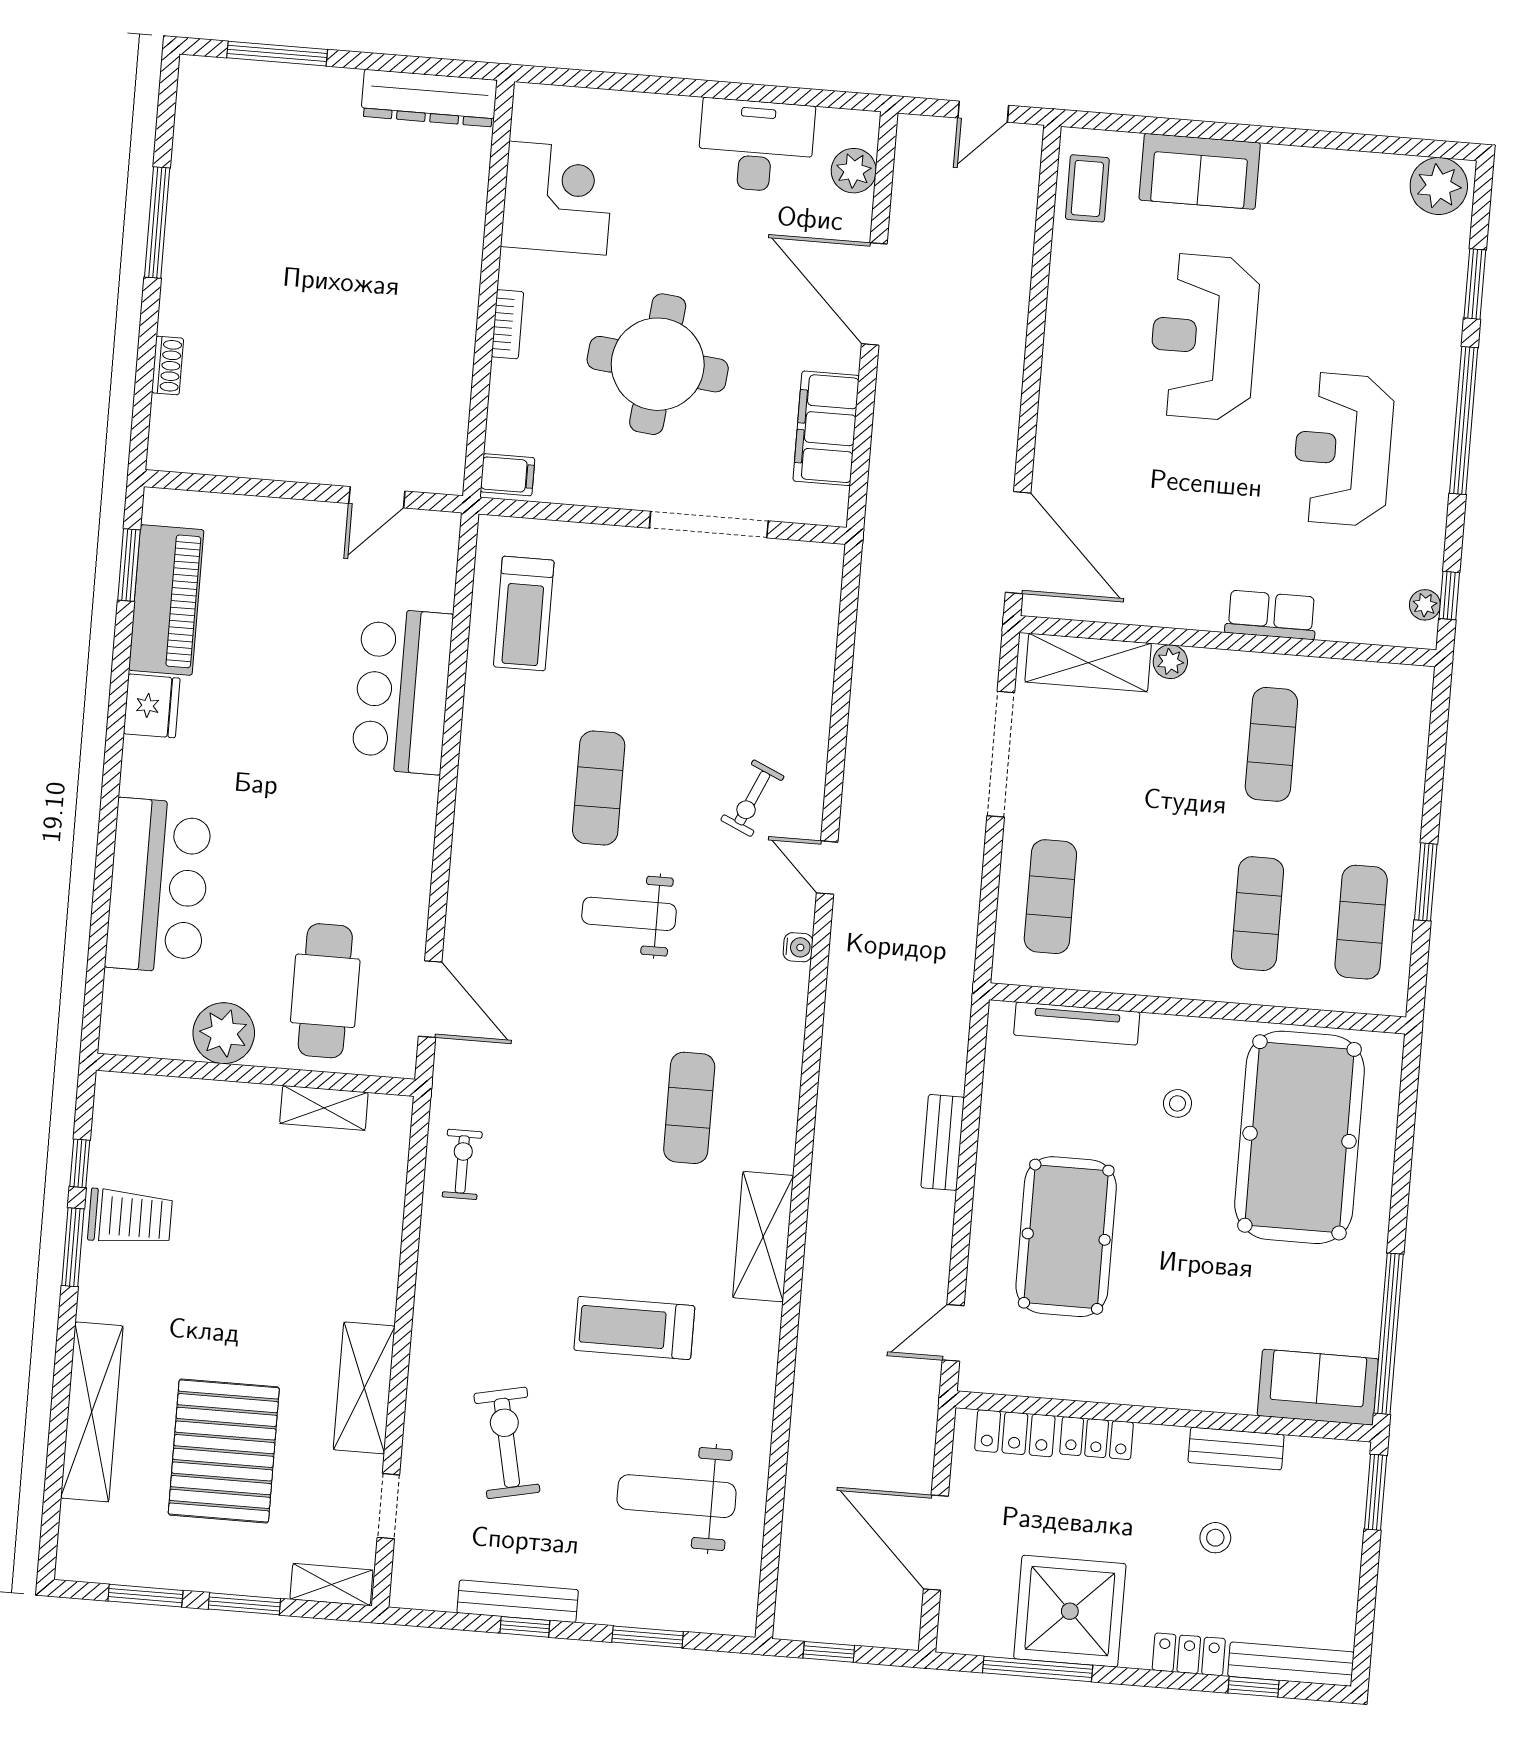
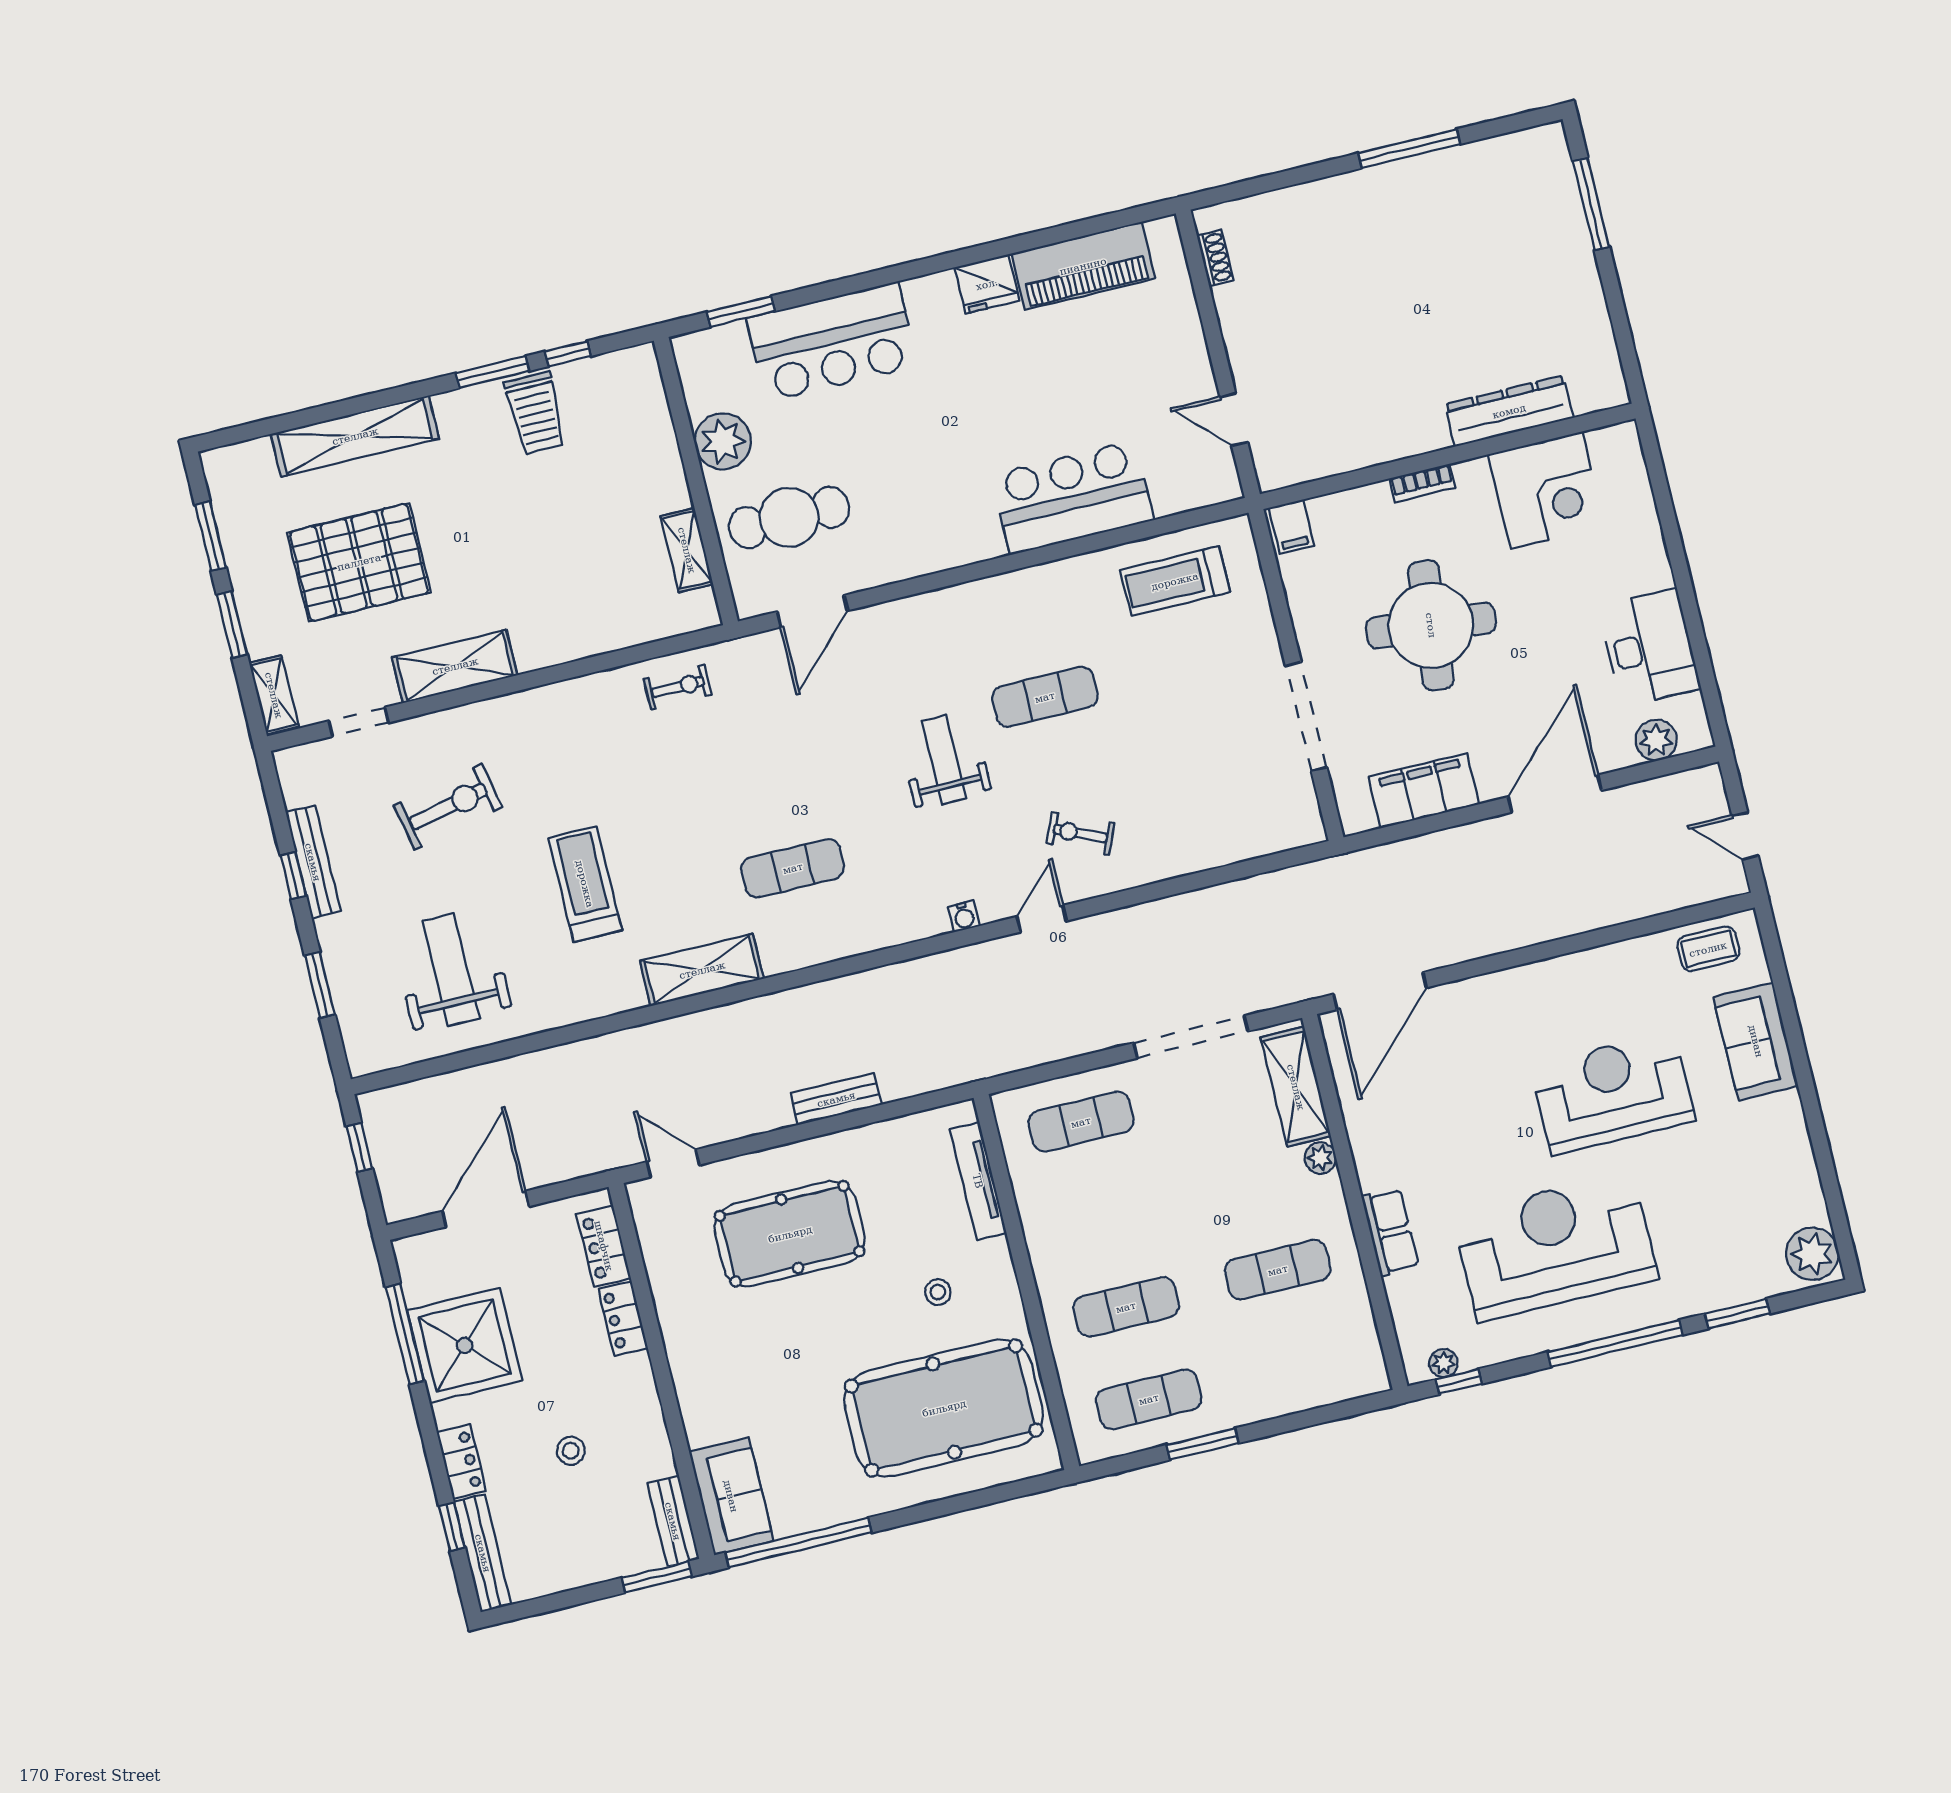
dresser: (429, 98) -> (1509, 411), moved, turned 90
shoe rack: (167, 365) -> (1215, 258), moved, turned -90
reception desk: (1343, 449) -> (1555, 1247), width x1.36, depth x1.30
window: (129, 565) -> (741, 312), moved
bench: (1236, 1449) -> (673, 1521), moved

